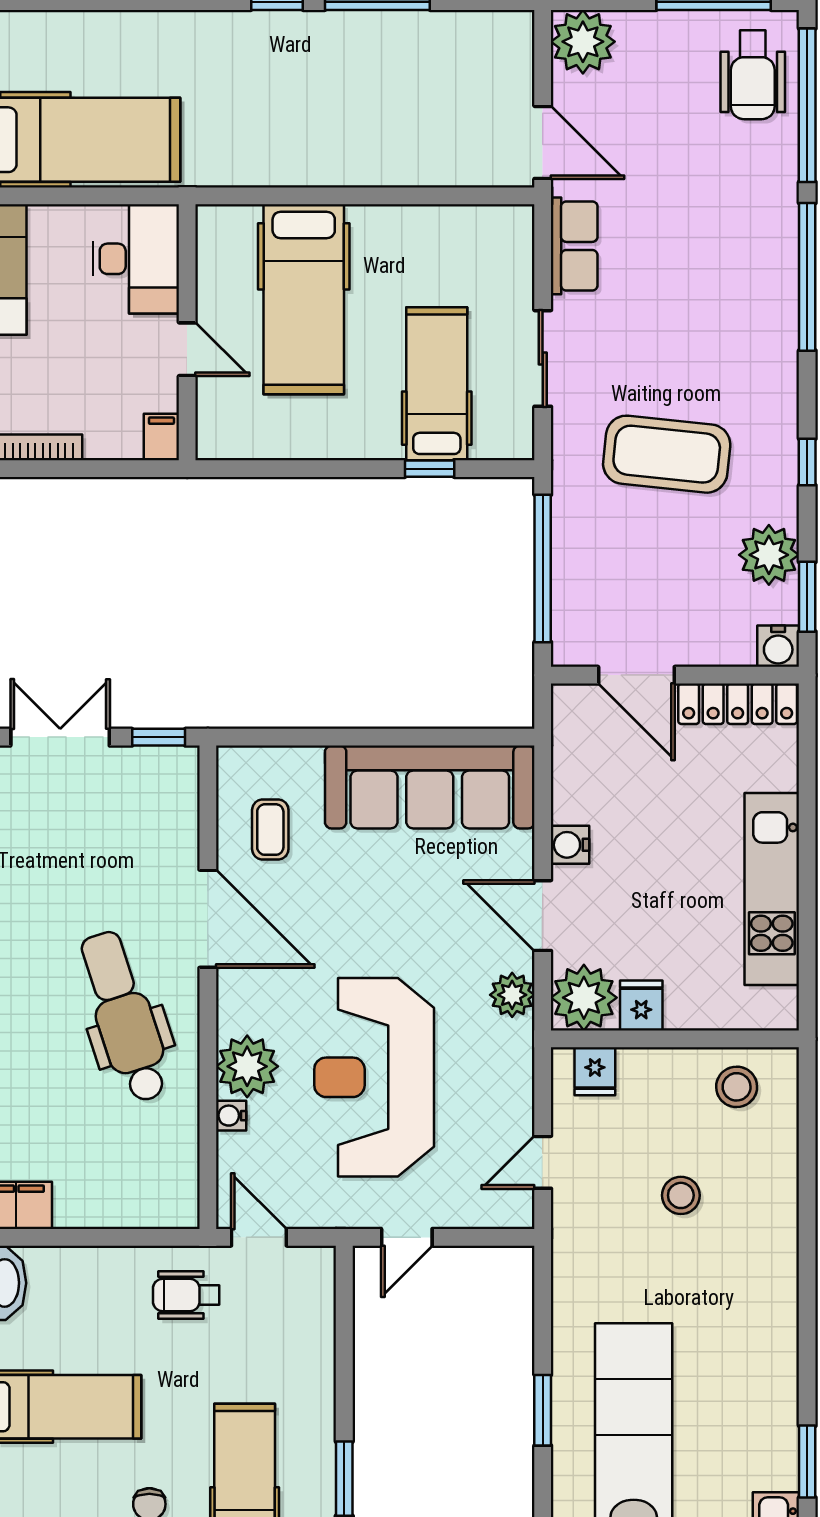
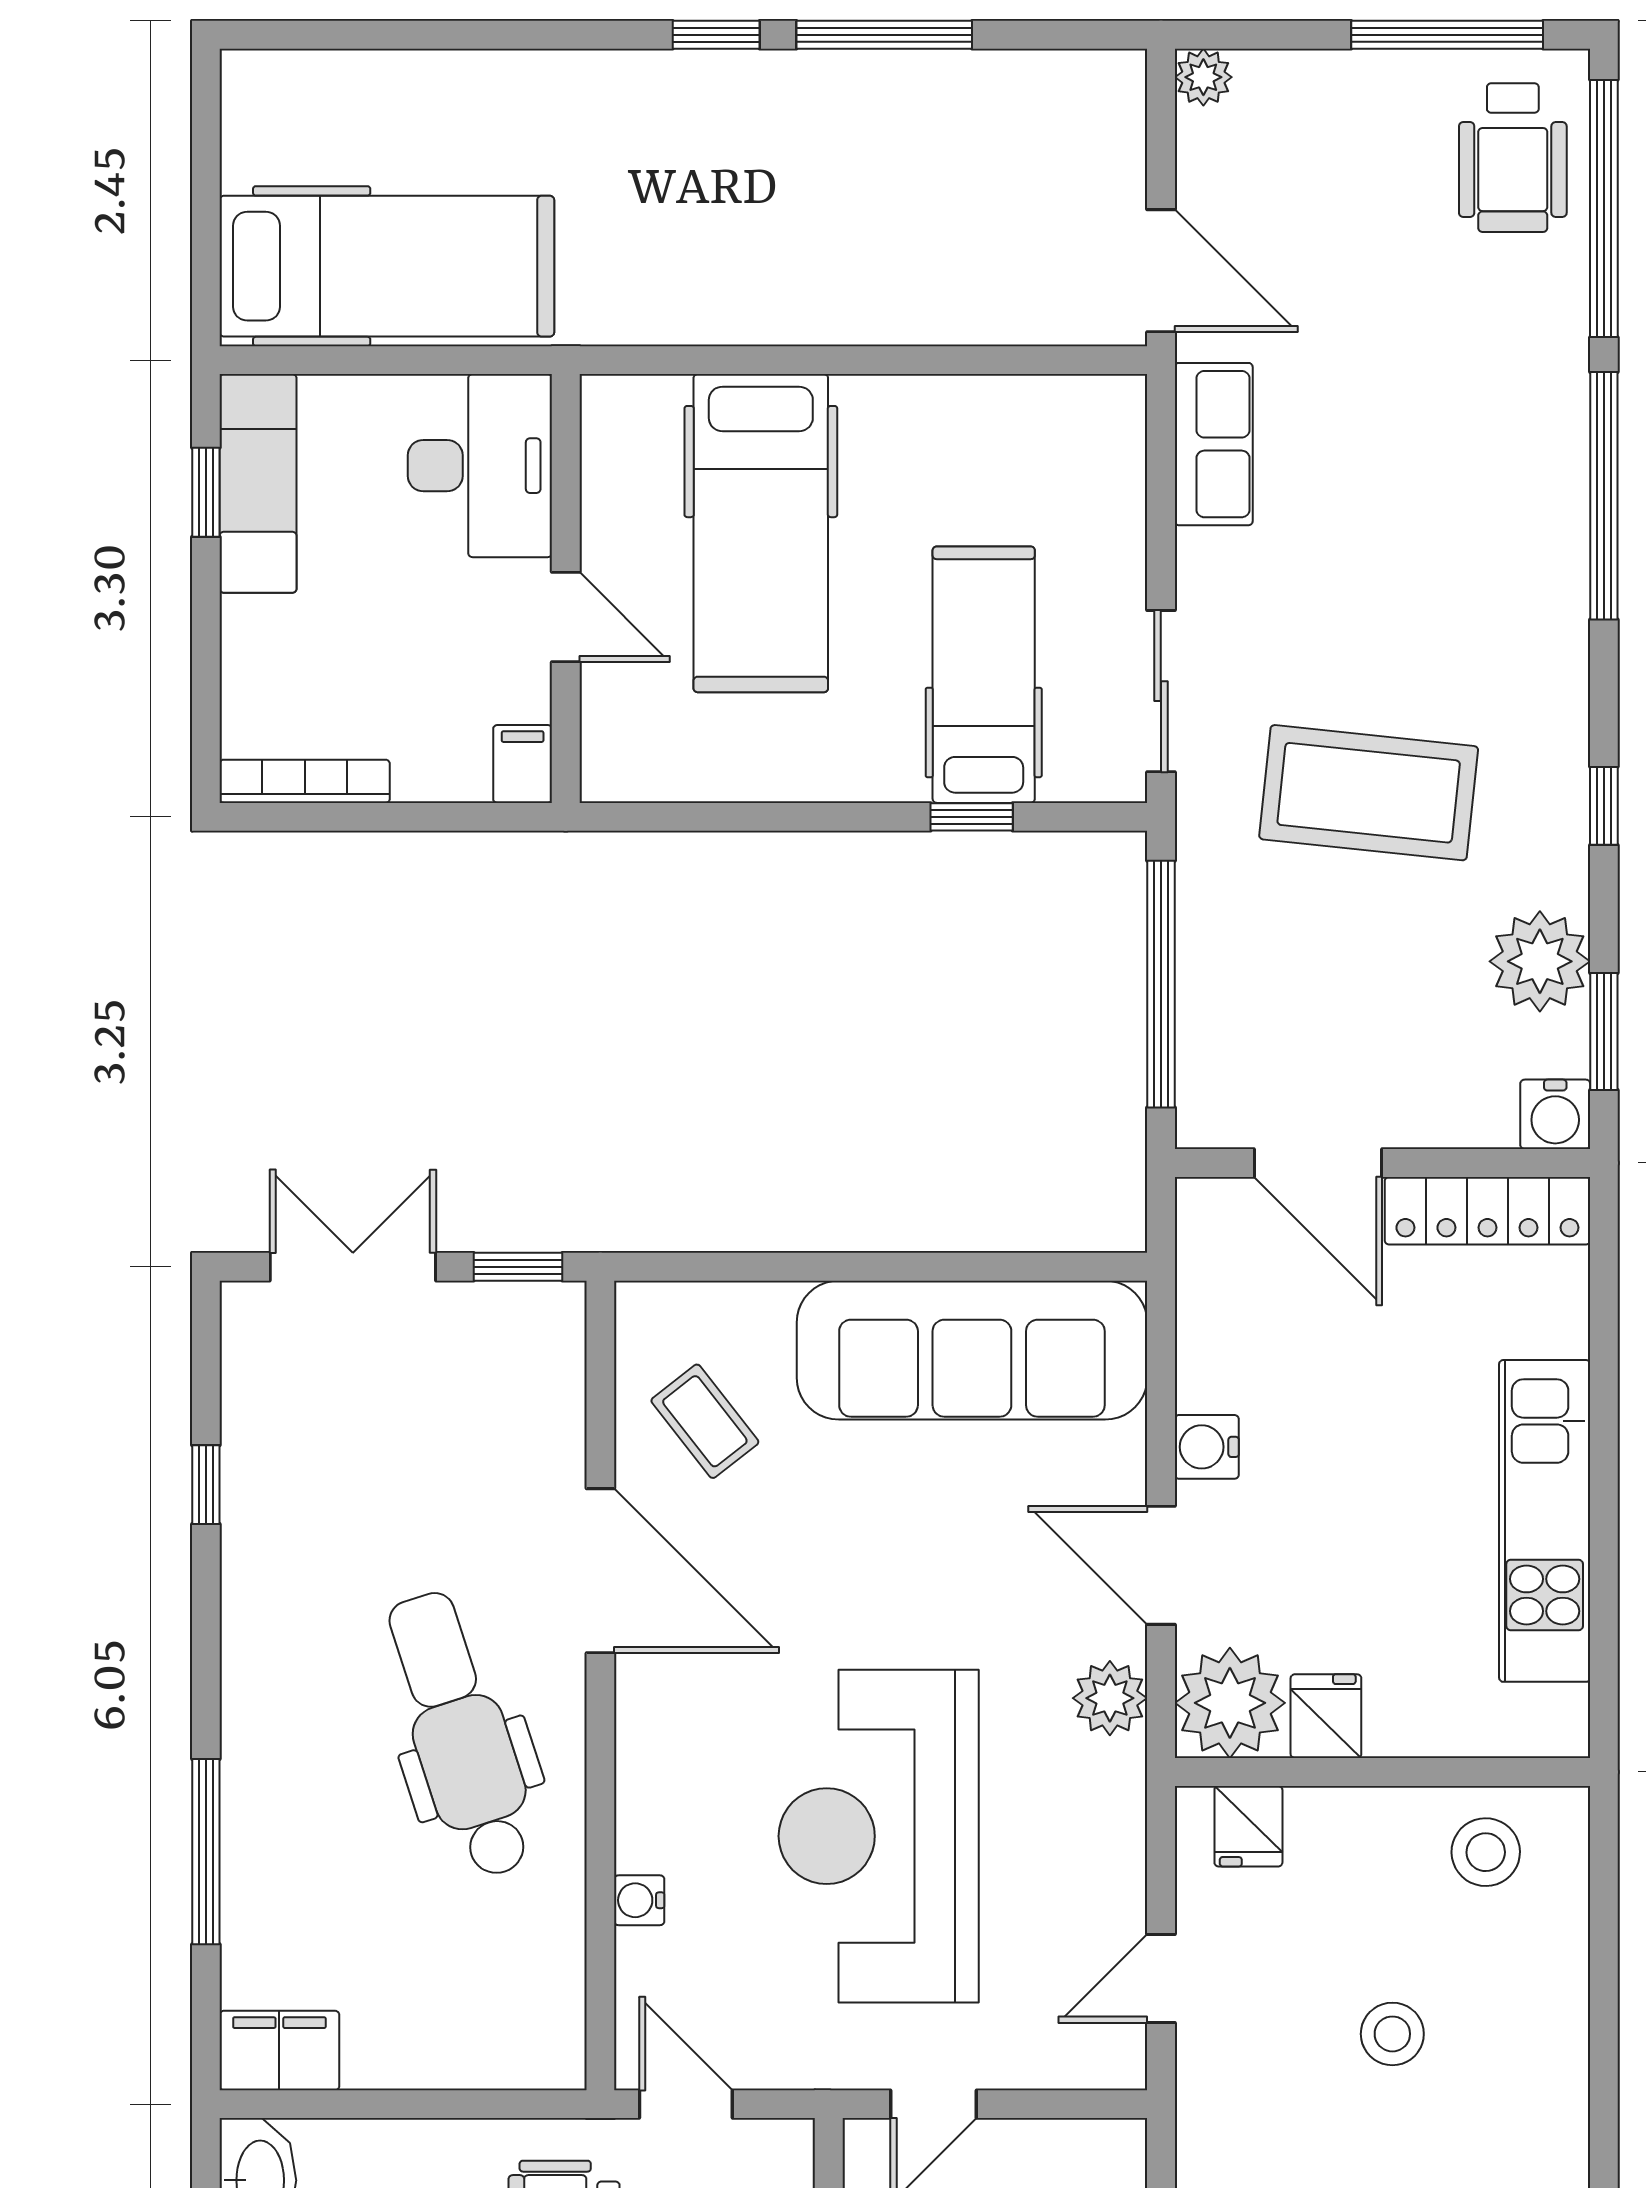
plant: (583, 42) -> (1203, 77), width x0.53, depth x0.53
sliding door: (543, 358) -> (1161, 691), moved
coffee table: (270, 830) -> (705, 1421), turned -38
plant: (247, 1066) -> (666, 1818), removed

